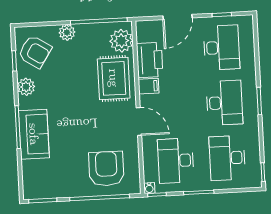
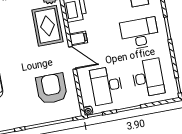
filing cabinet: (149, 86) -> (78, 38), moved
desk: (224, 103) -> (140, 33), turned -90
desk: (227, 158) -> (148, 78), turned 180
armchair: (106, 169) -> (52, 89), moved

